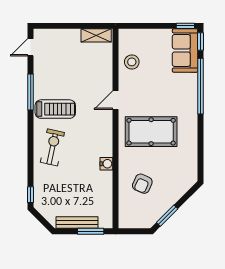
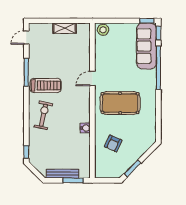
shelving: (96, 35) -> (65, 28), moved
sofa: (185, 50) -> (146, 46), width x1.36
stool: (132, 62) -> (103, 30), moved

